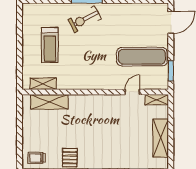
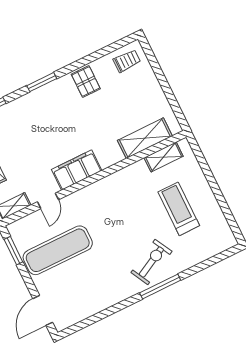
filing cabinet: (104, 103) -> (77, 170), added

